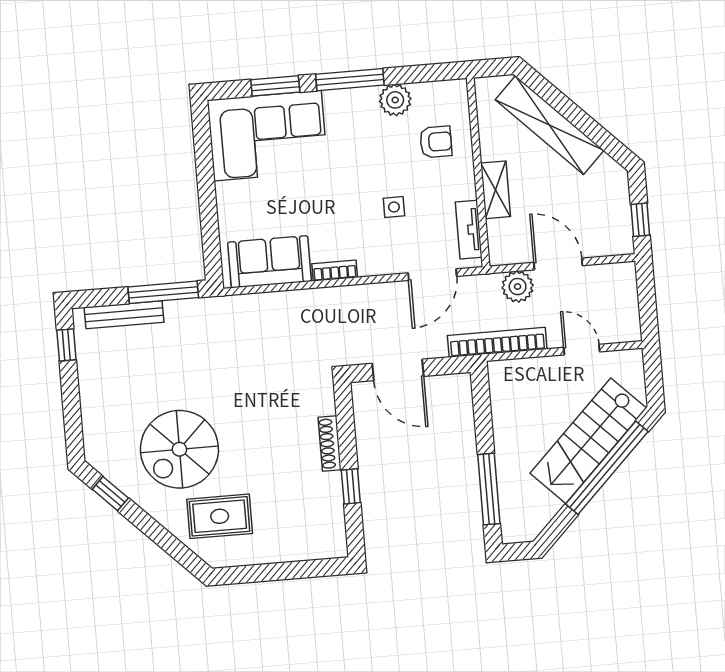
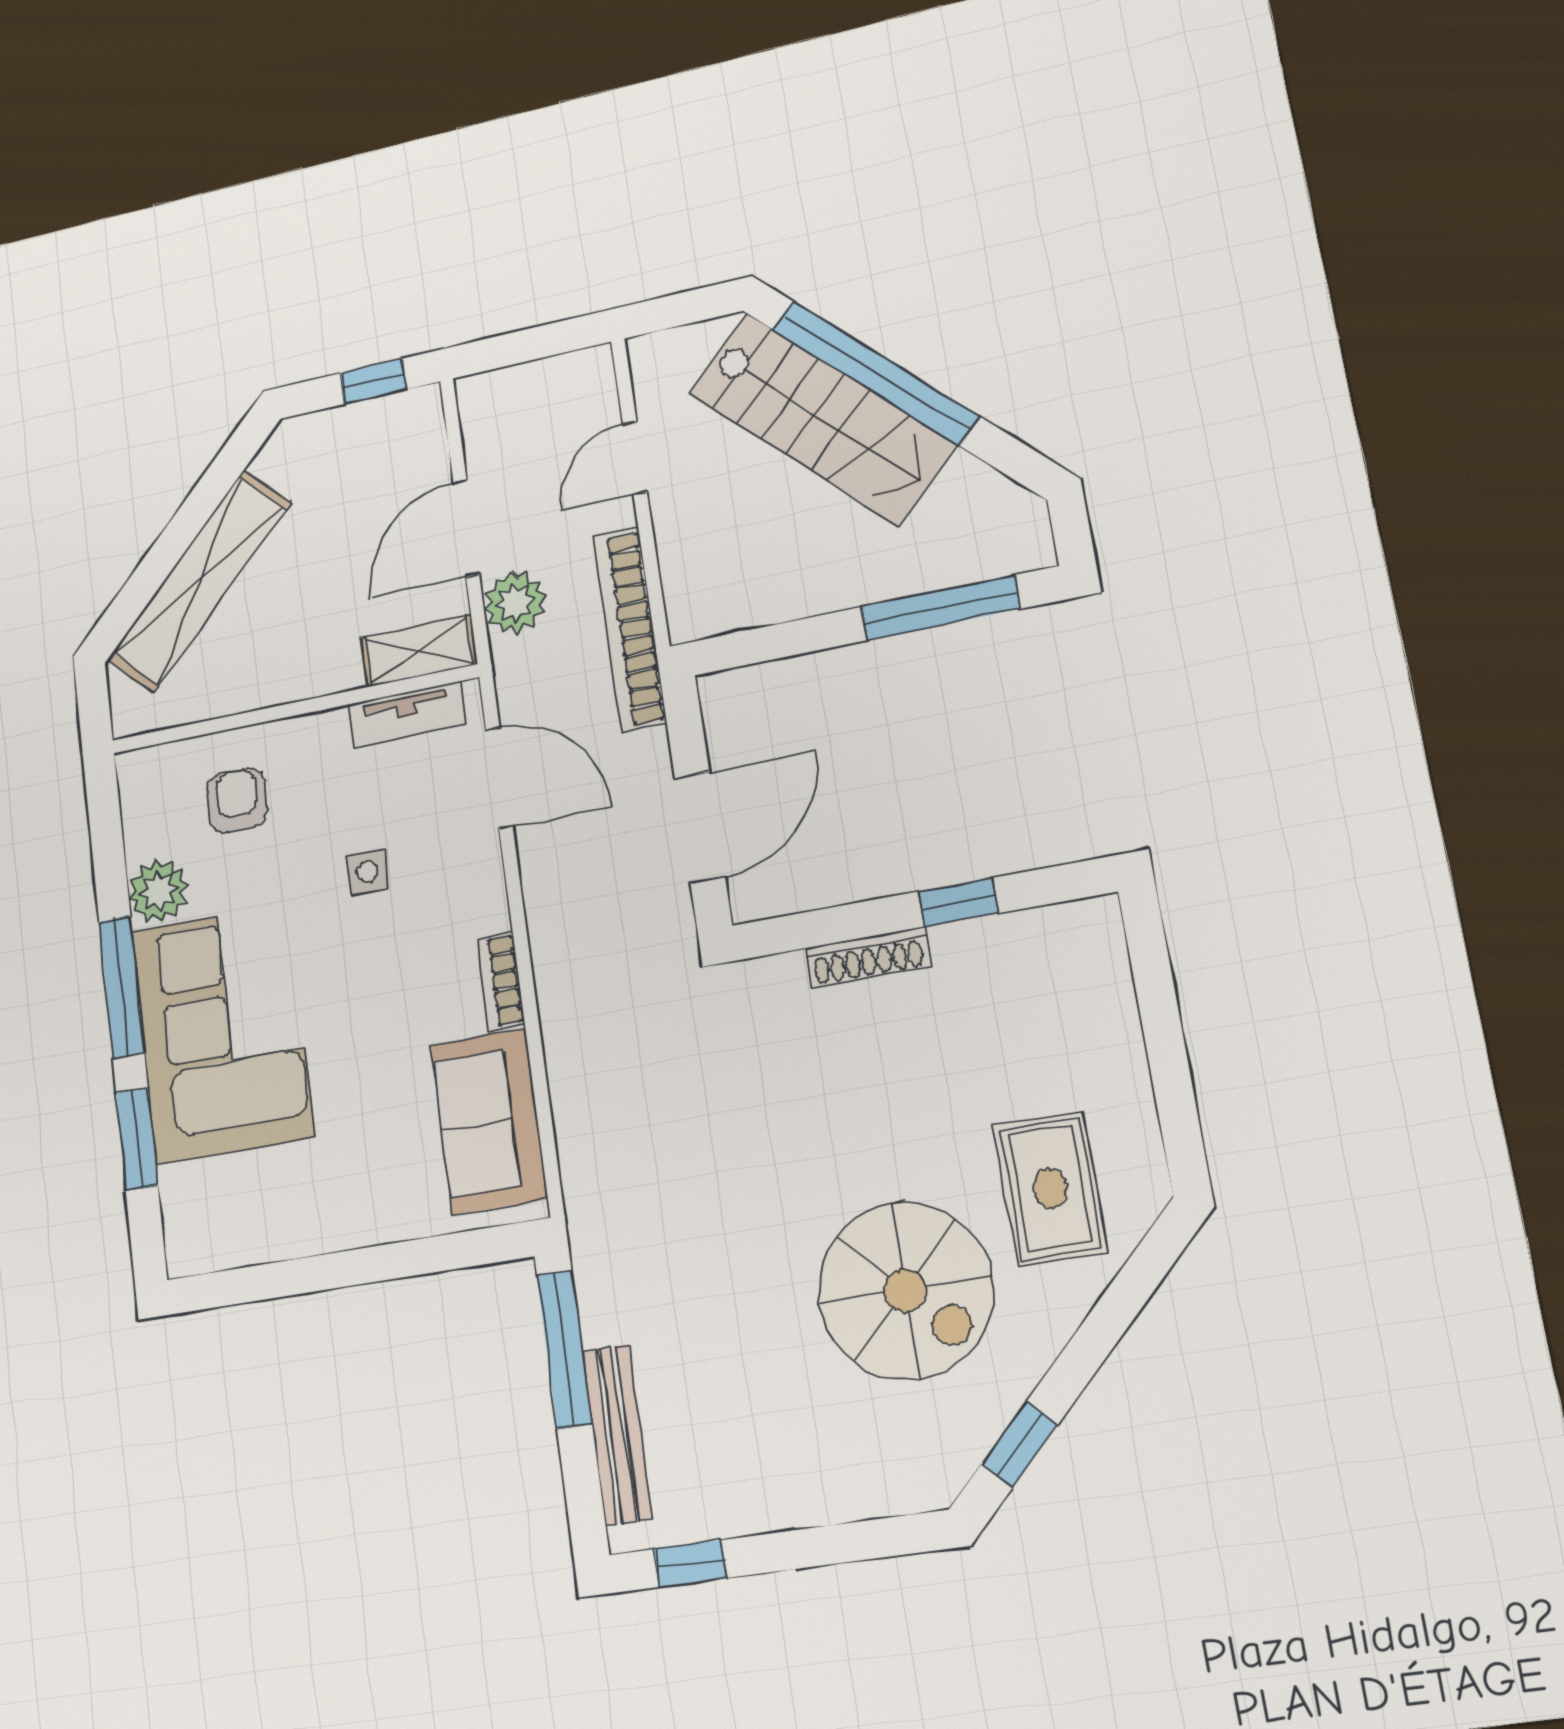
corner sofa: (268, 136) -> (222, 1034), moved
shelving: (496, 190) -> (419, 651), moved

